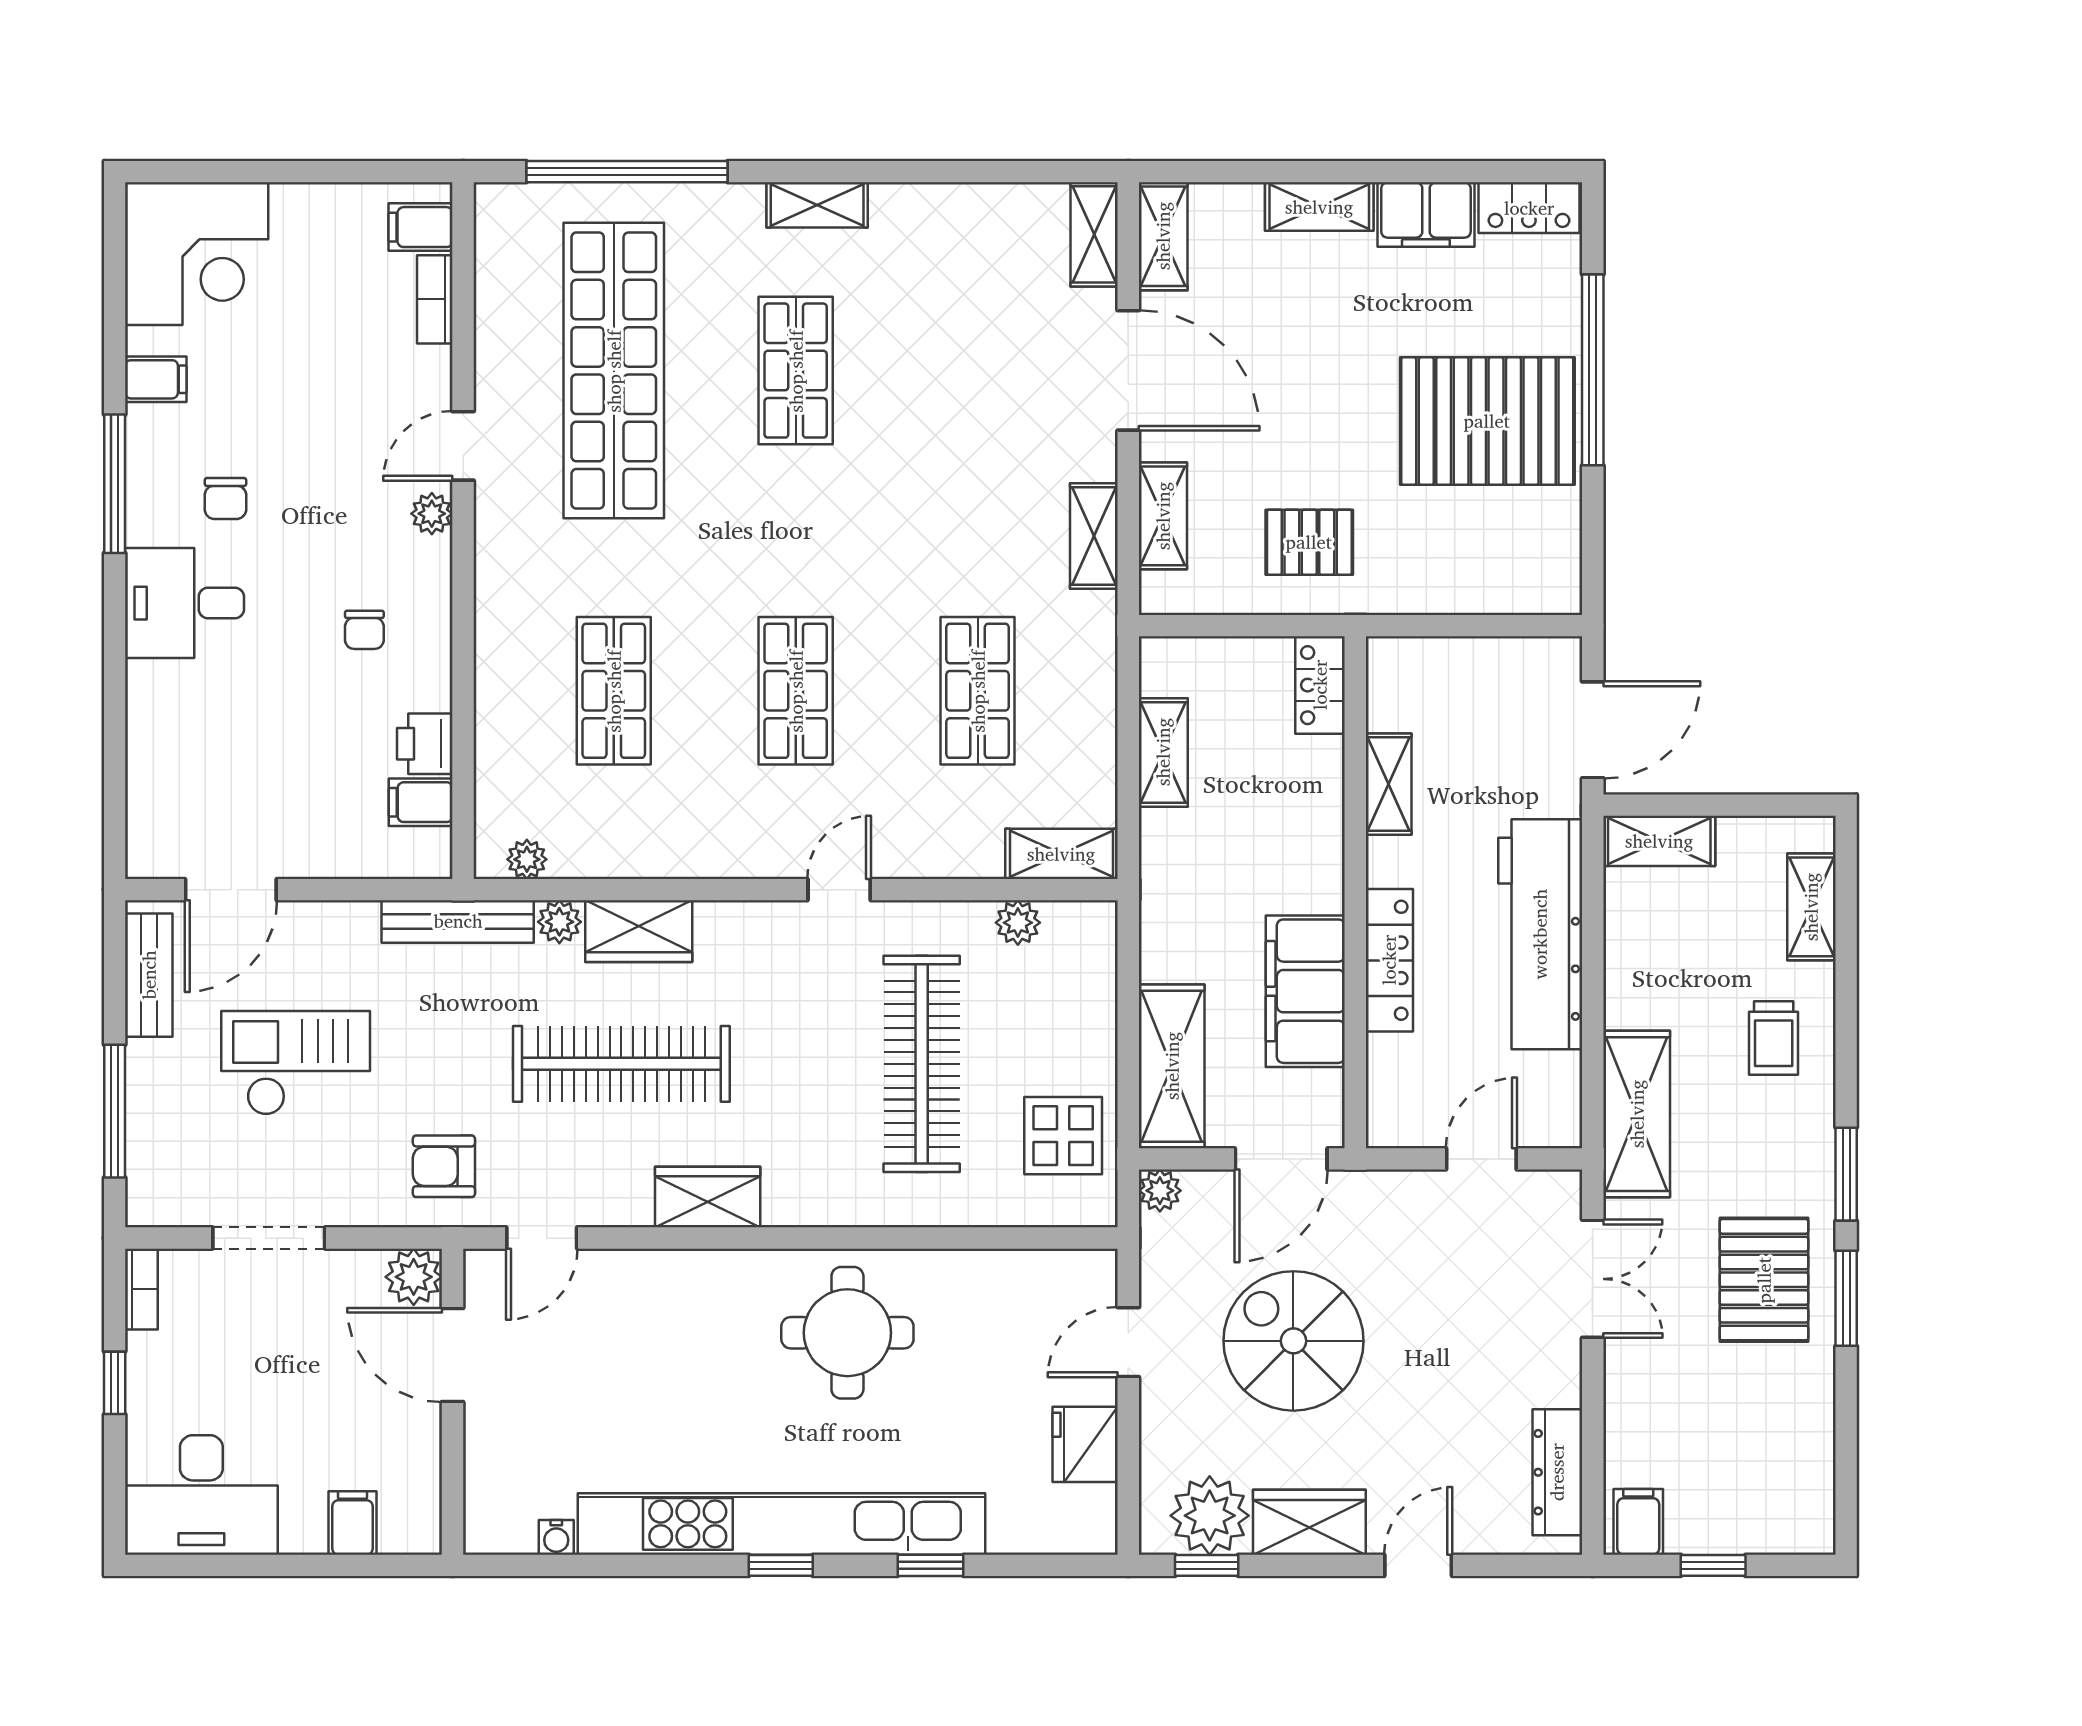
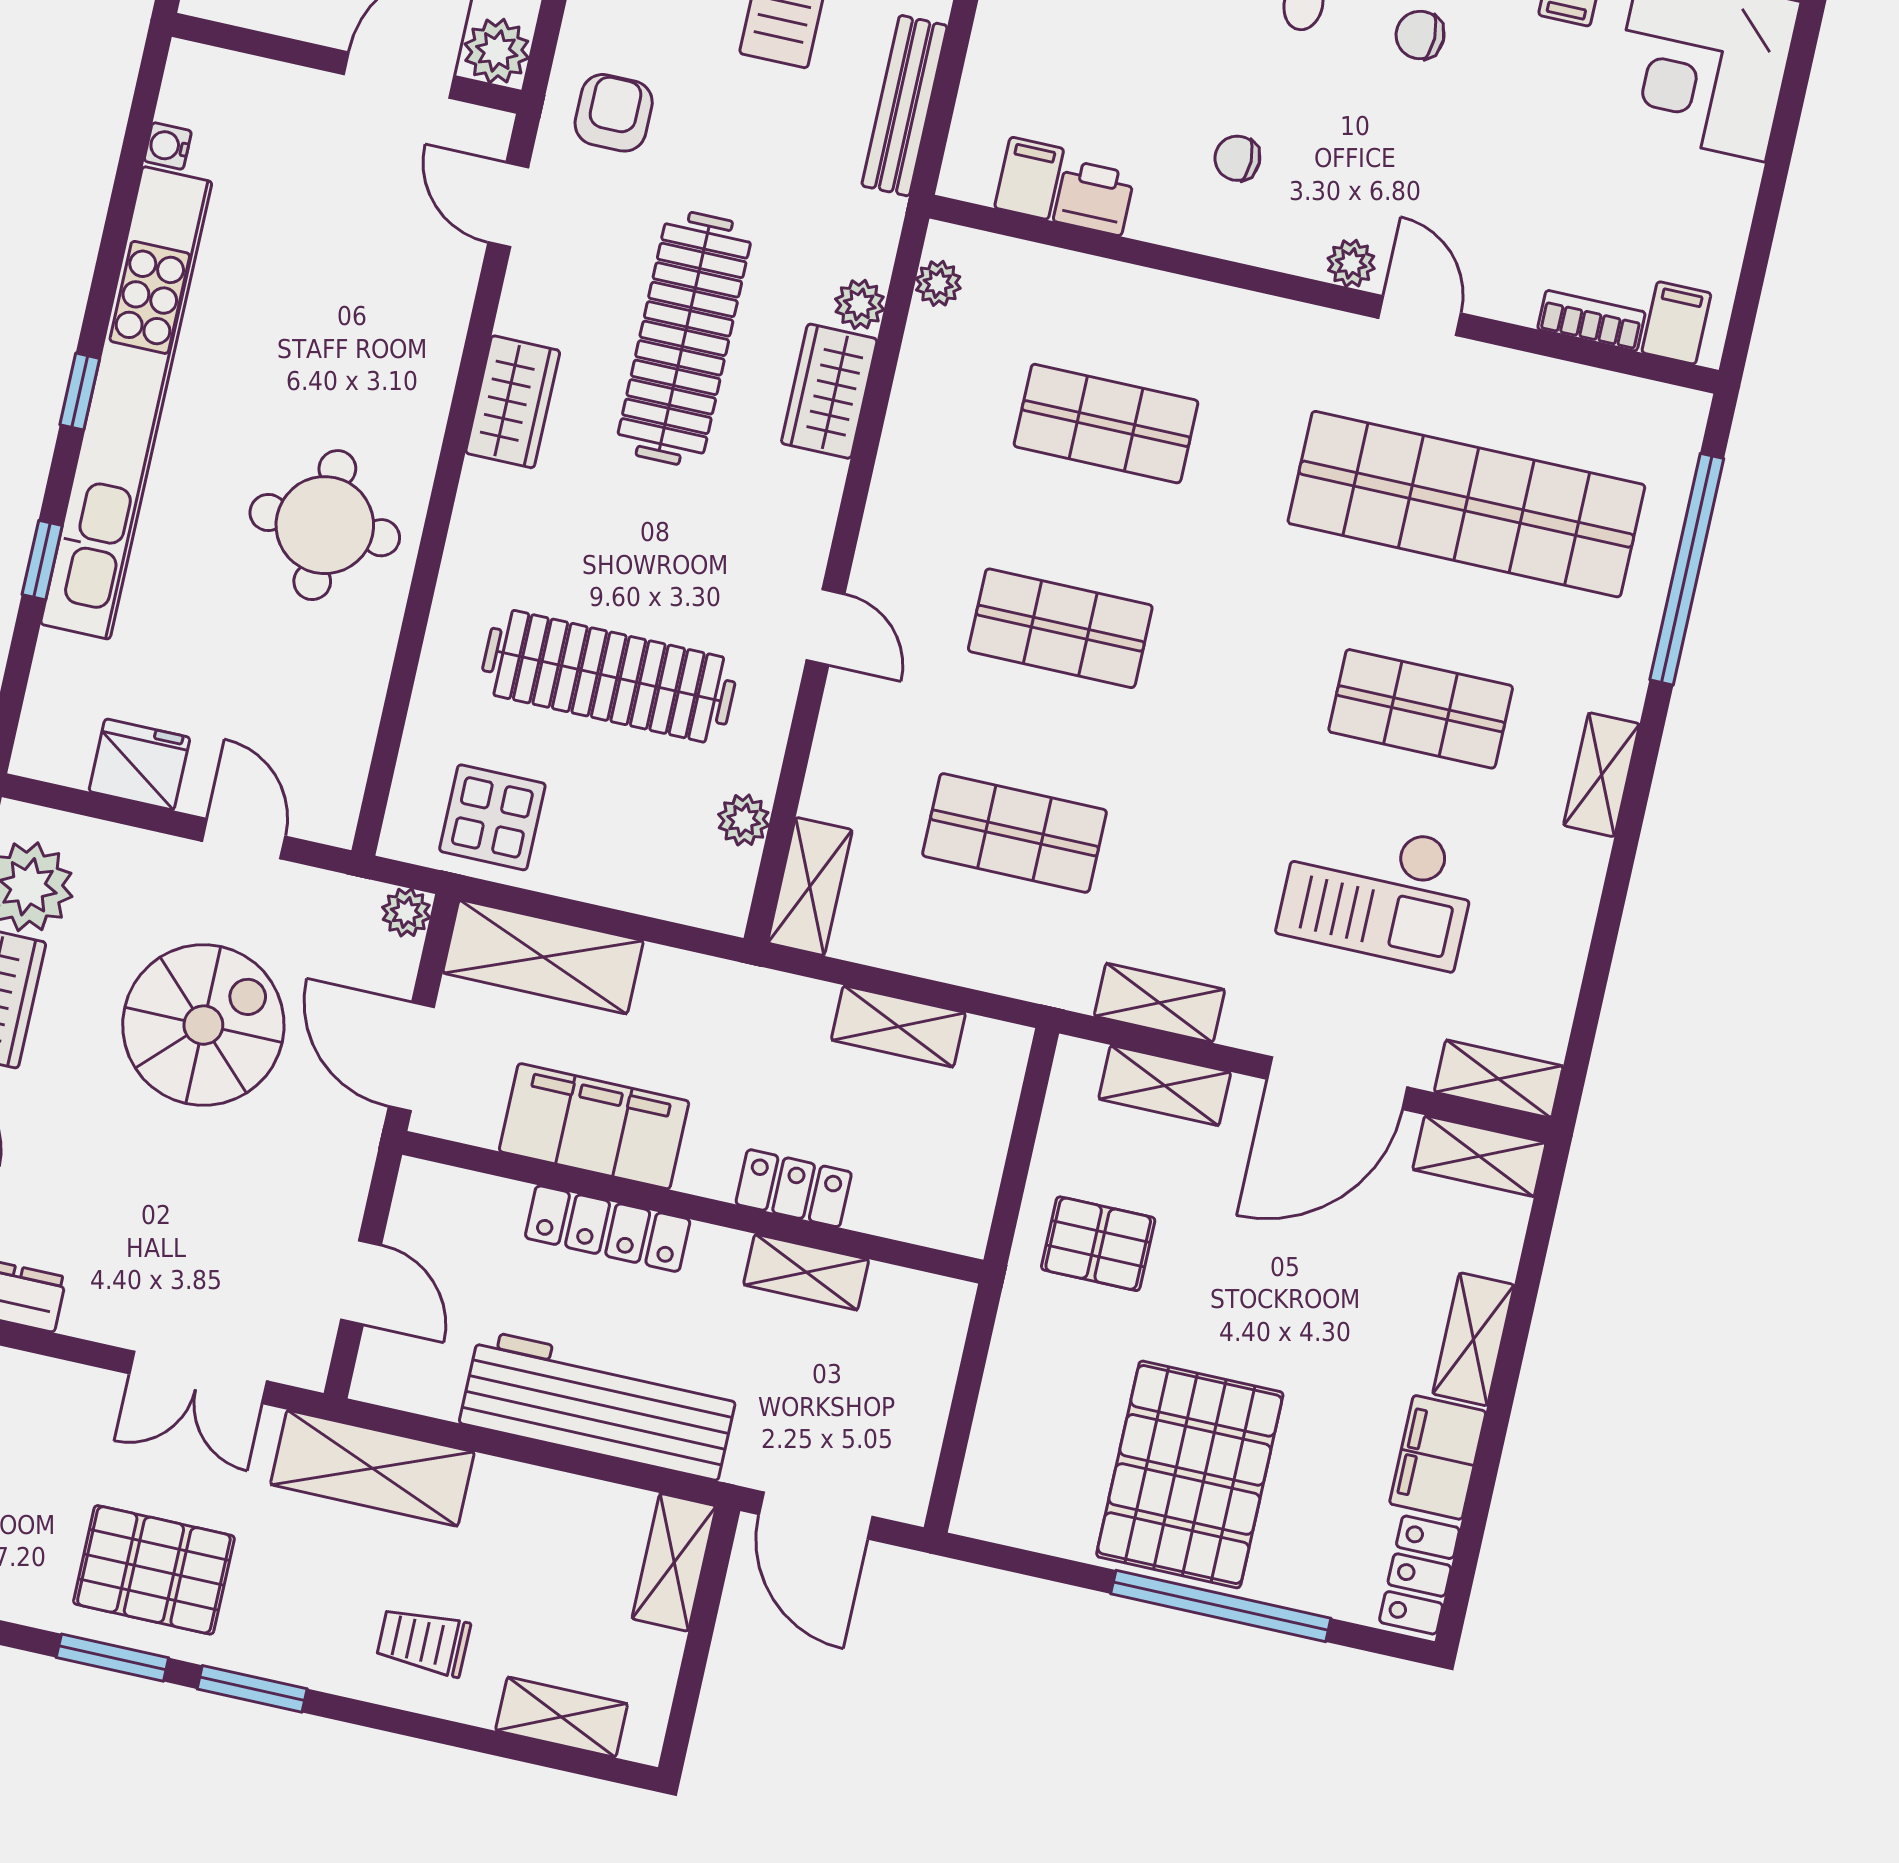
checkout: (957, 372) -> (1378, 891), added
pallet: (1309, 542) -> (1098, 1244), turned 90
locker: (1320, 685) -> (794, 1188), moved
bench: (458, 921) -> (904, 106), moved

